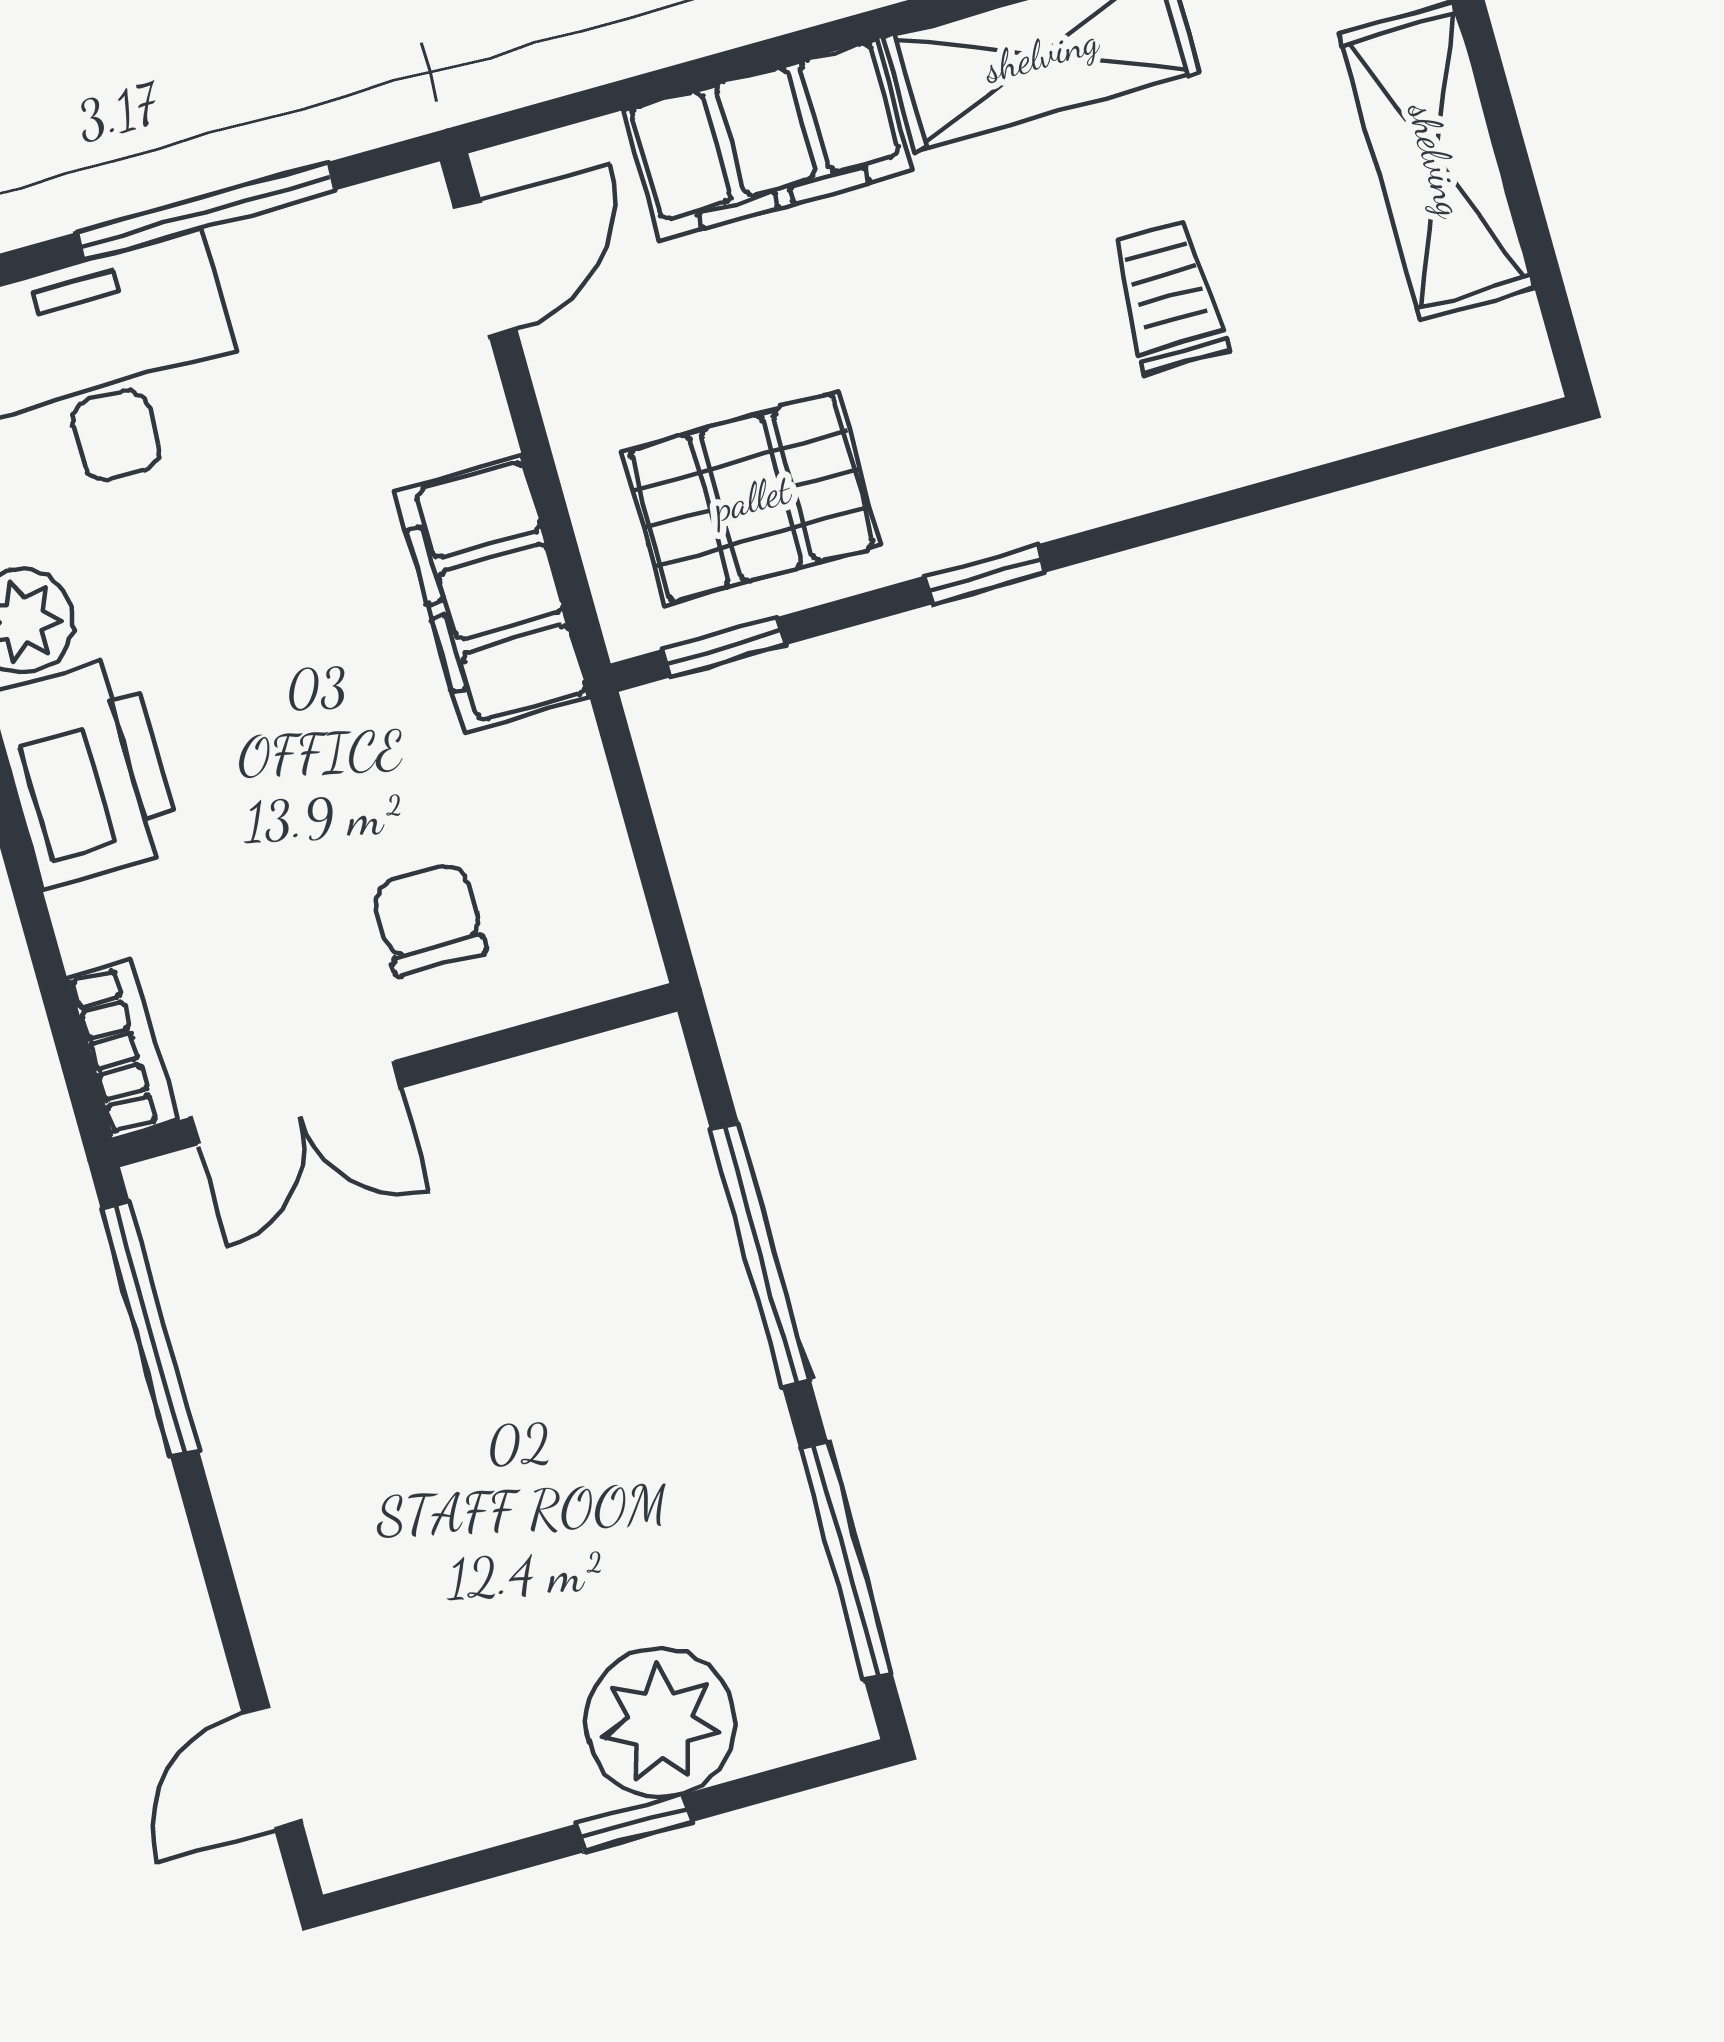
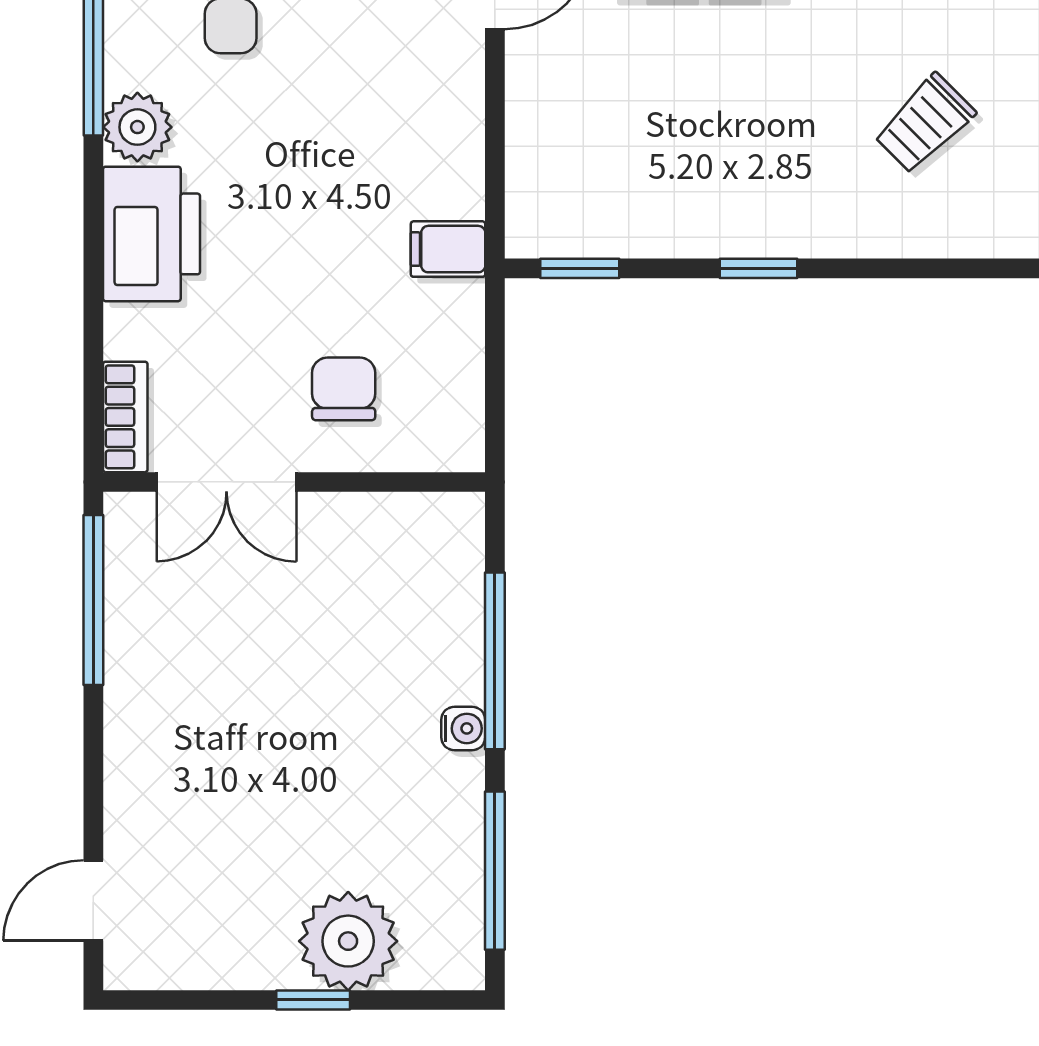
trolley: (1169, 295) -> (925, 124), turned -135
pallet: (752, 498) -> (624, 178), removed
filing cabinet: (493, 594) -> (448, 249), width x0.33, depth x0.86
water cooler: (742, 1366) -> (463, 728), added

